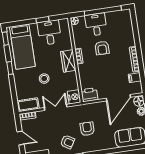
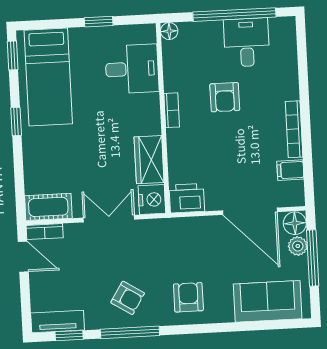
desk: (96, 25) -> (247, 42), moved
desk: (49, 33) -> (132, 69), moved, turned 90
wardrobe: (68, 61) -> (149, 160), moved
stool: (44, 79) -> (90, 152), removed
door: (118, 98) -> (250, 211), hinge flipped
armchair: (87, 129) -> (188, 297), moved
door: (21, 138) -> (23, 257), moved

